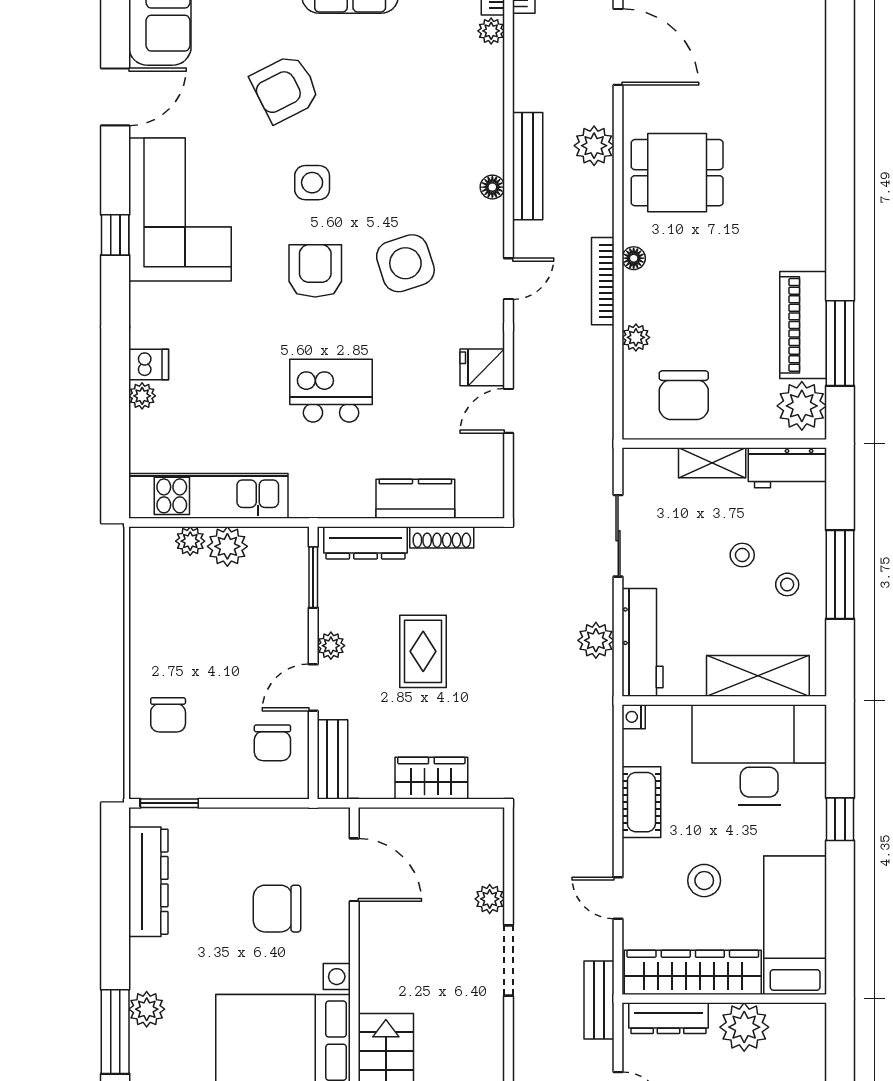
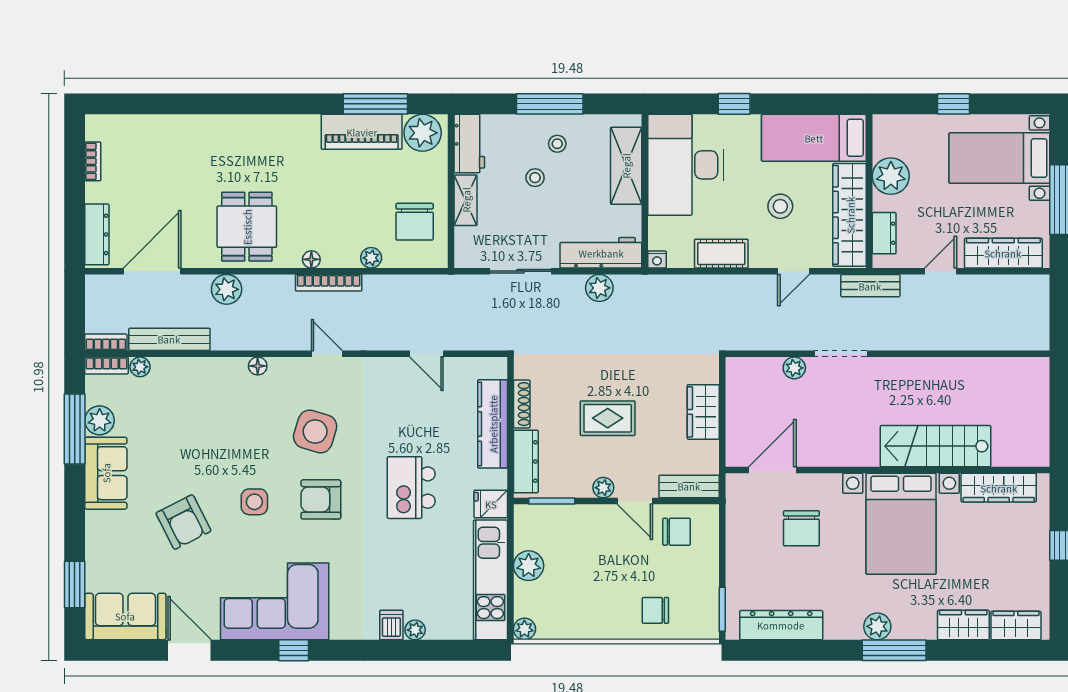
bench: (528, 166) -> (169, 339), moved
side table: (405, 263) -> (315, 431), turned 35
fridge: (482, 367) -> (491, 504), moved, turned 90
chair: (684, 395) -> (415, 222), turned 90
kitchen counter: (415, 499) -> (493, 424), width x1.50
plant: (190, 541) -> (524, 629), moved
chair: (168, 715) -> (655, 610), turned 180
dresser: (668, 1018) -> (884, 233), width x0.70

